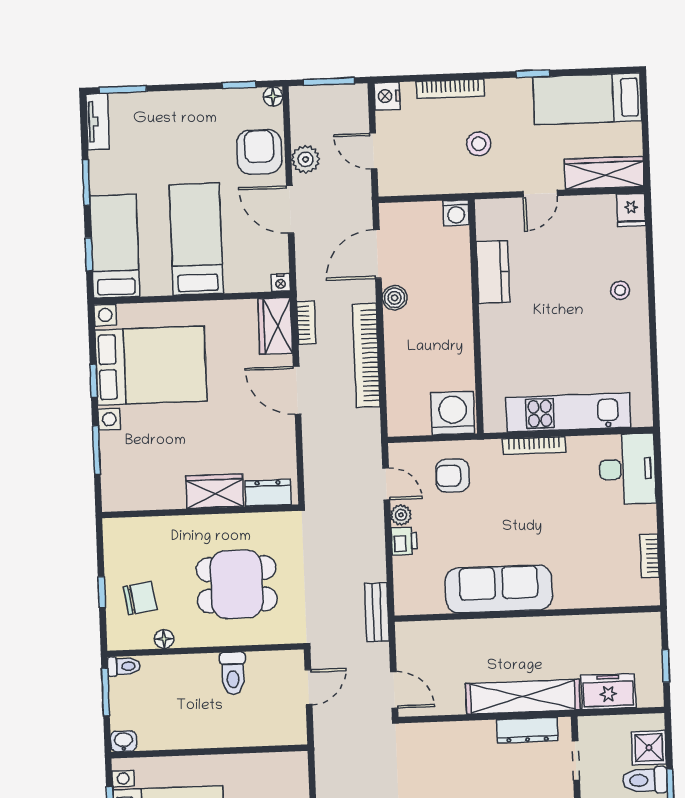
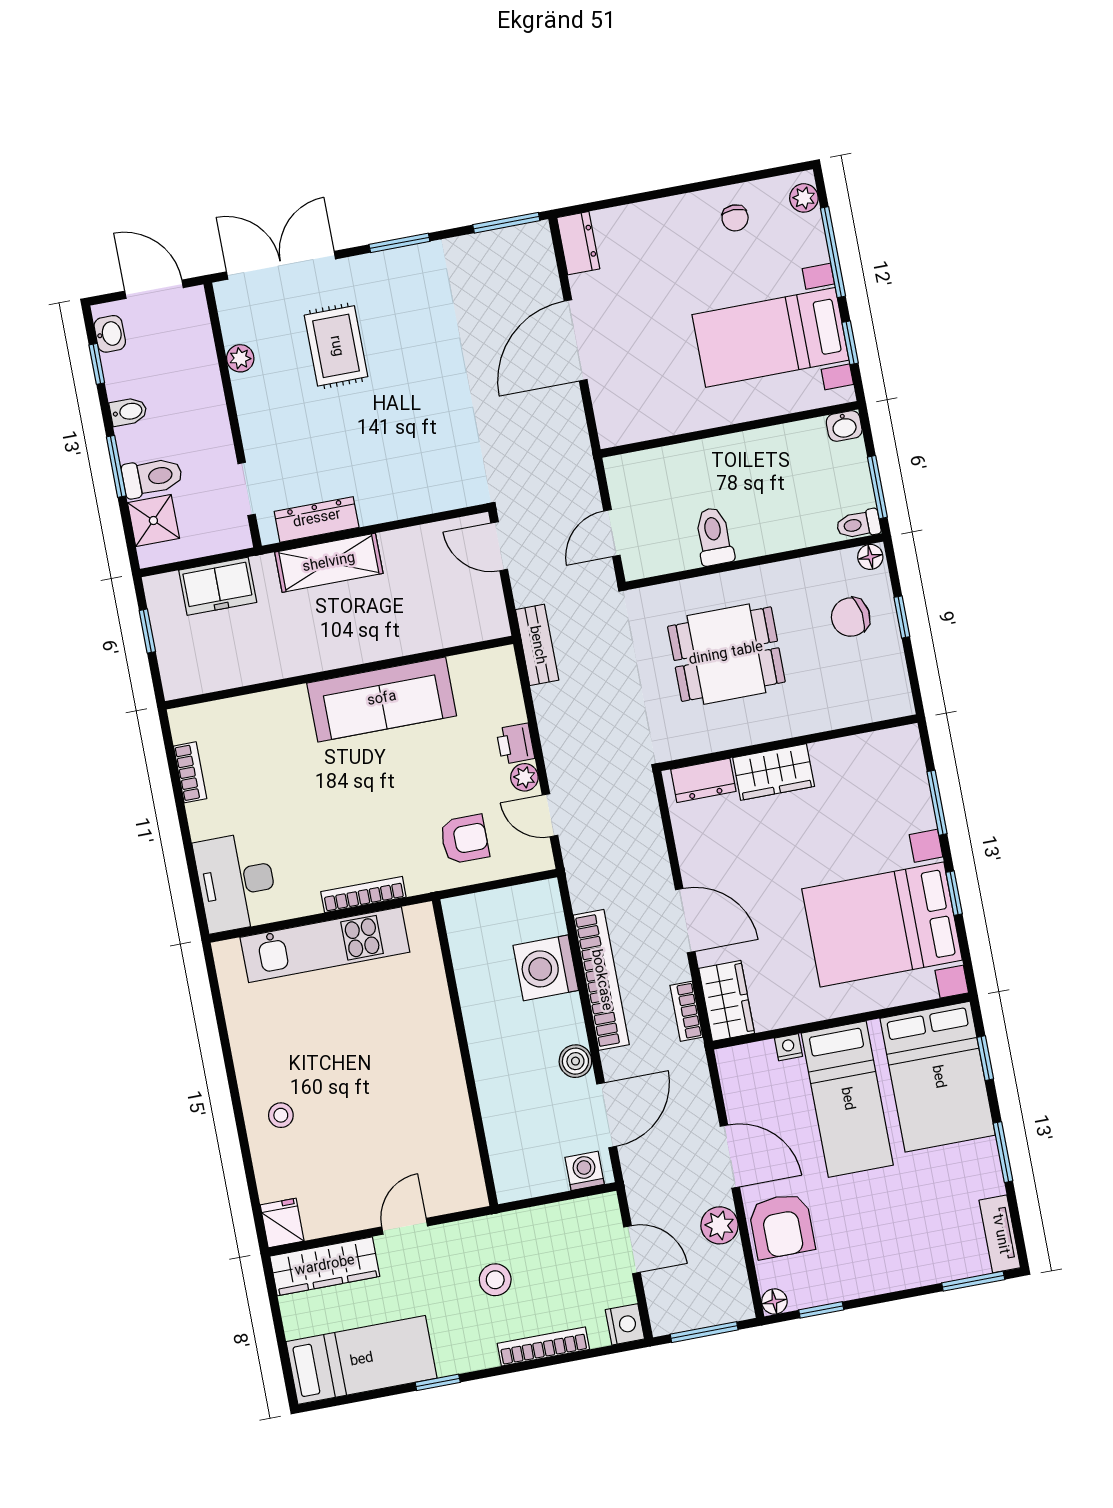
washing machine: (456, 213) -> (585, 1171), moved
bed: (115, 246) -> (938, 1077), width x1.50
kitchen counter: (493, 272) -> (451, 1114), removed
nightstand: (281, 283) -> (788, 1047), moved
washing machine: (453, 413) -> (546, 968), moved, turned 90
floor lamp: (164, 639) -> (870, 557), moved
shelving: (523, 697) -> (329, 563), width x0.68

